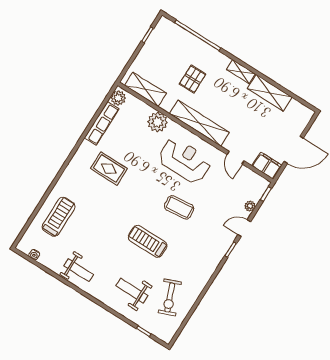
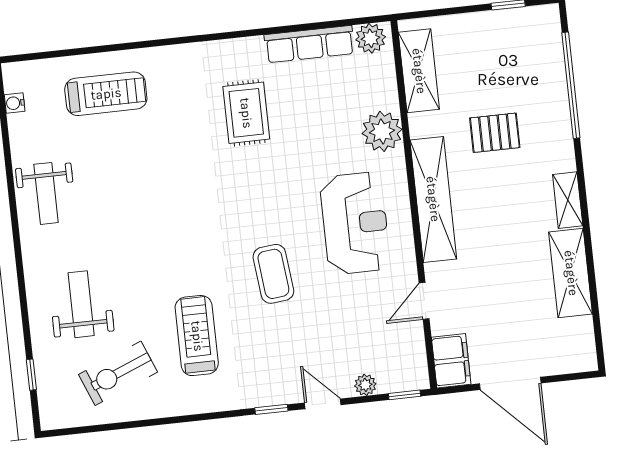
treadmill: (148, 241) -> (197, 336), moved

